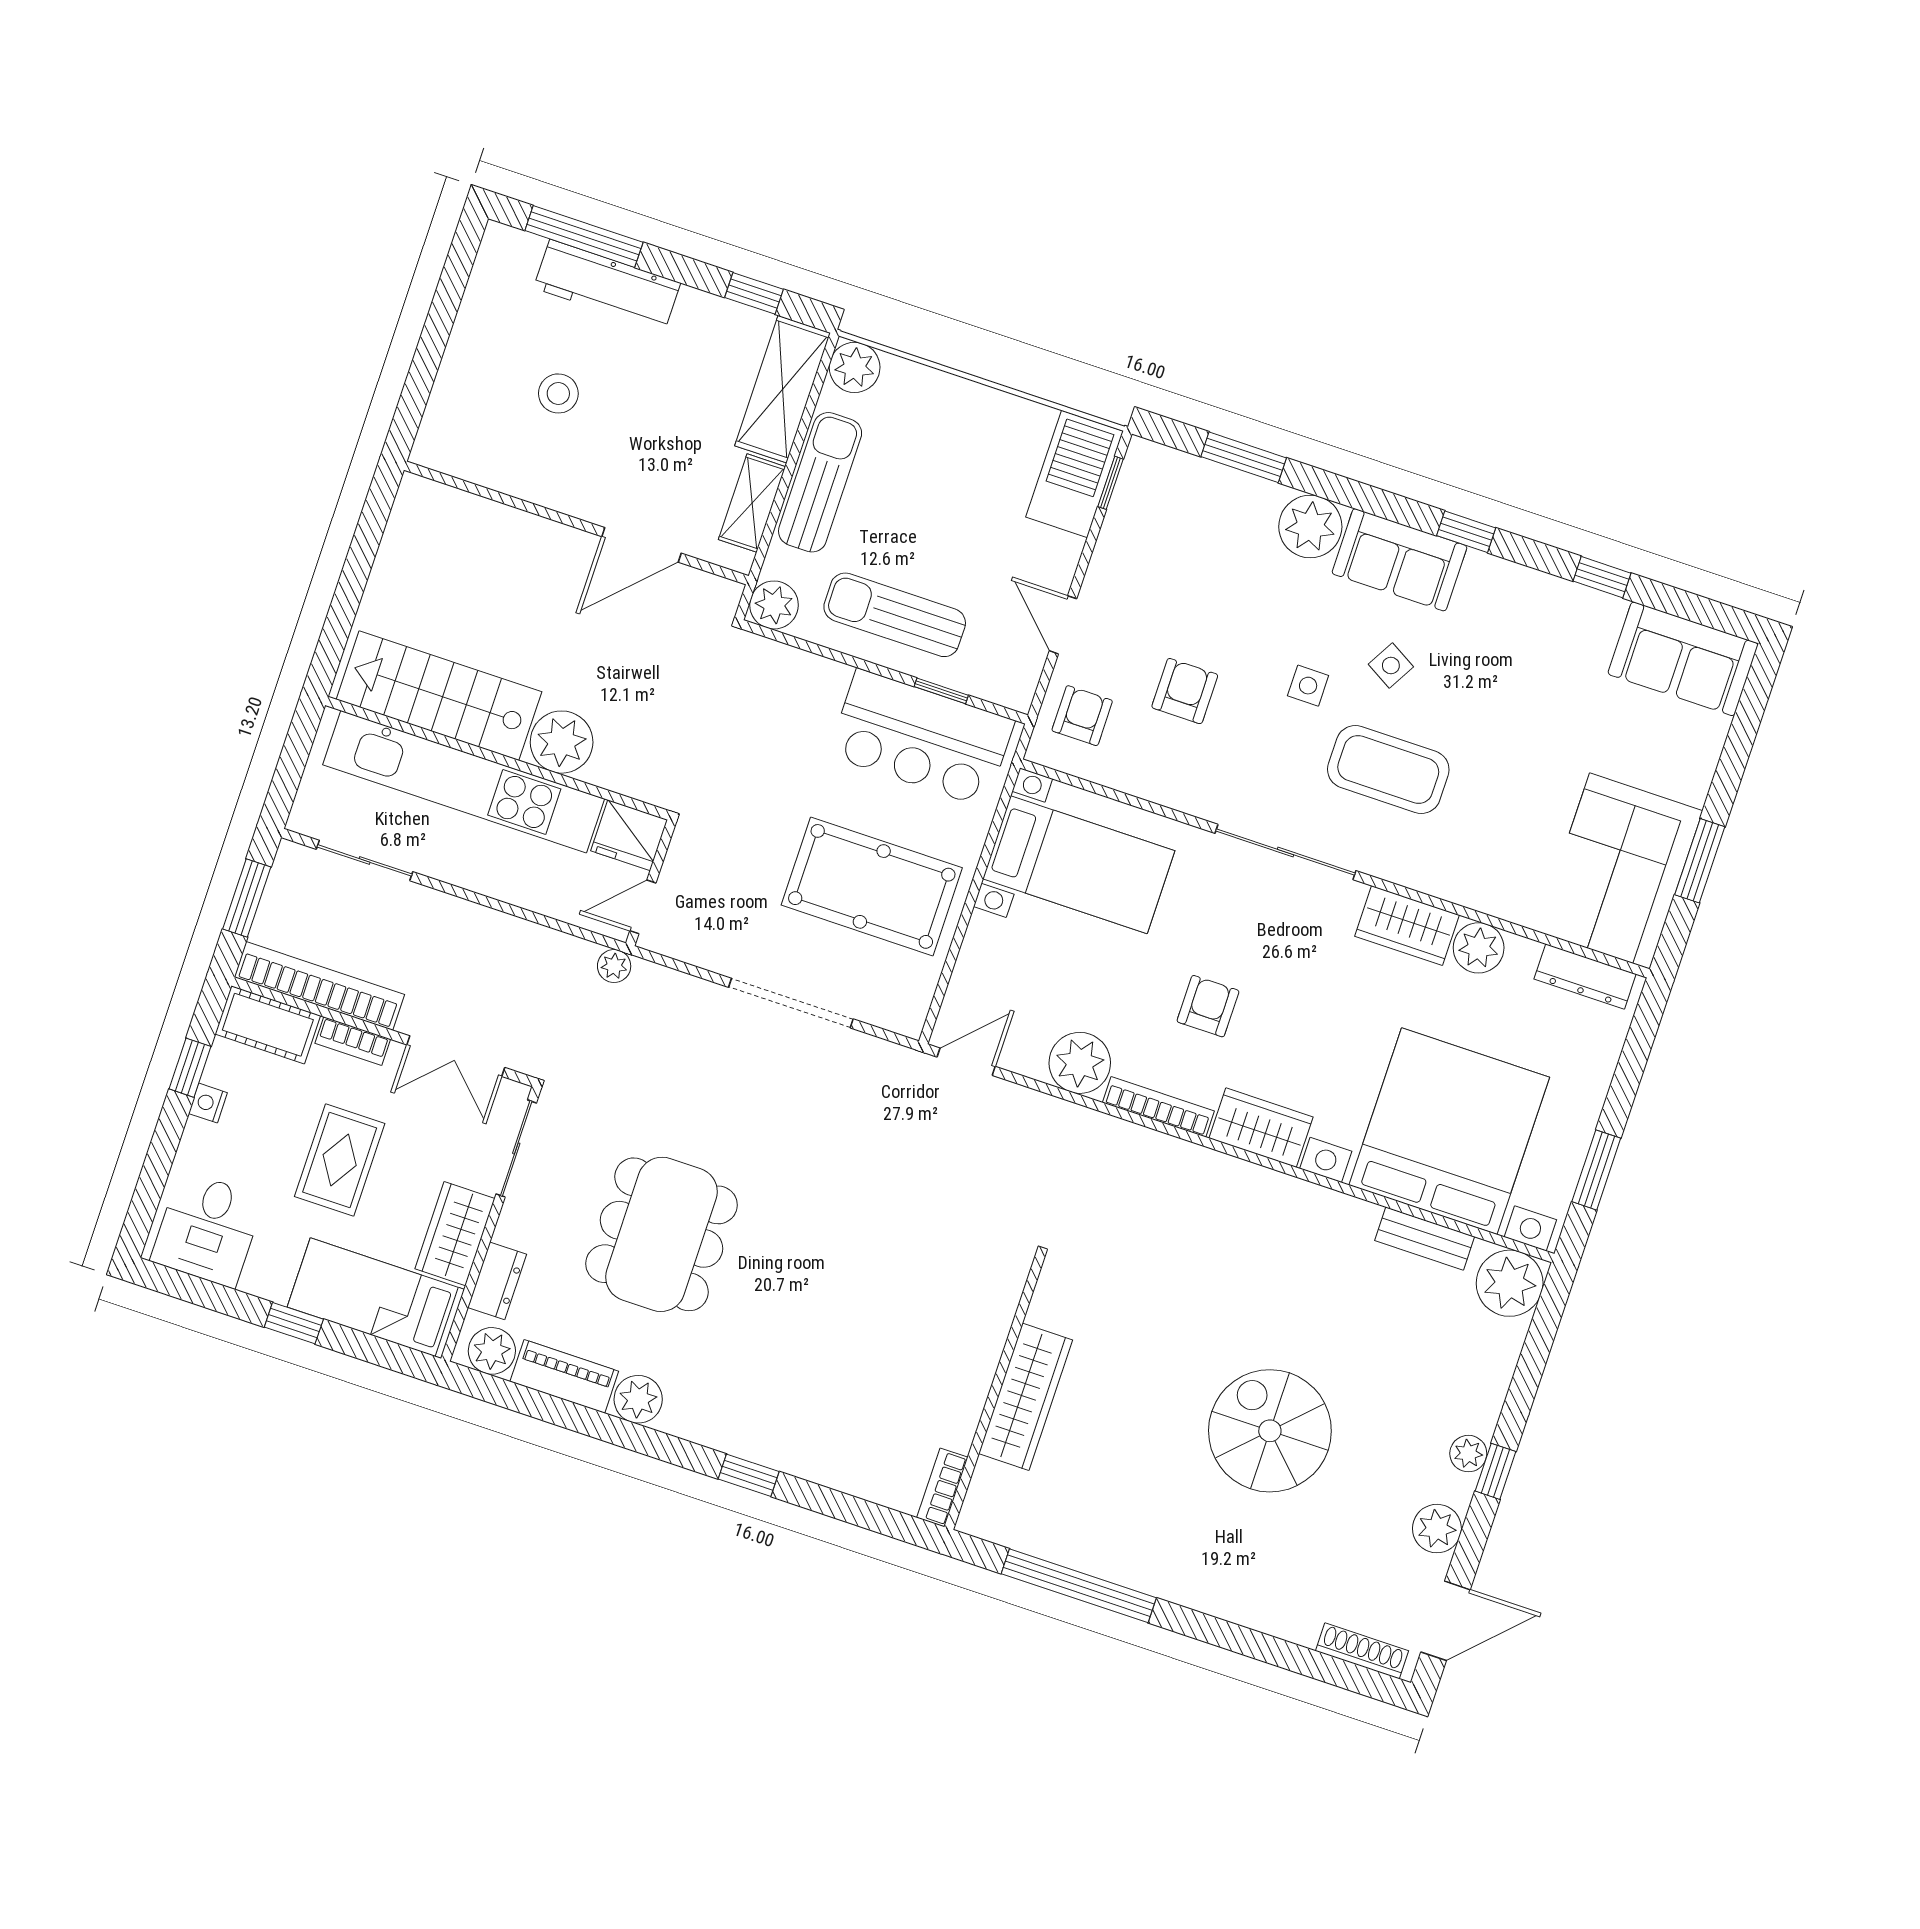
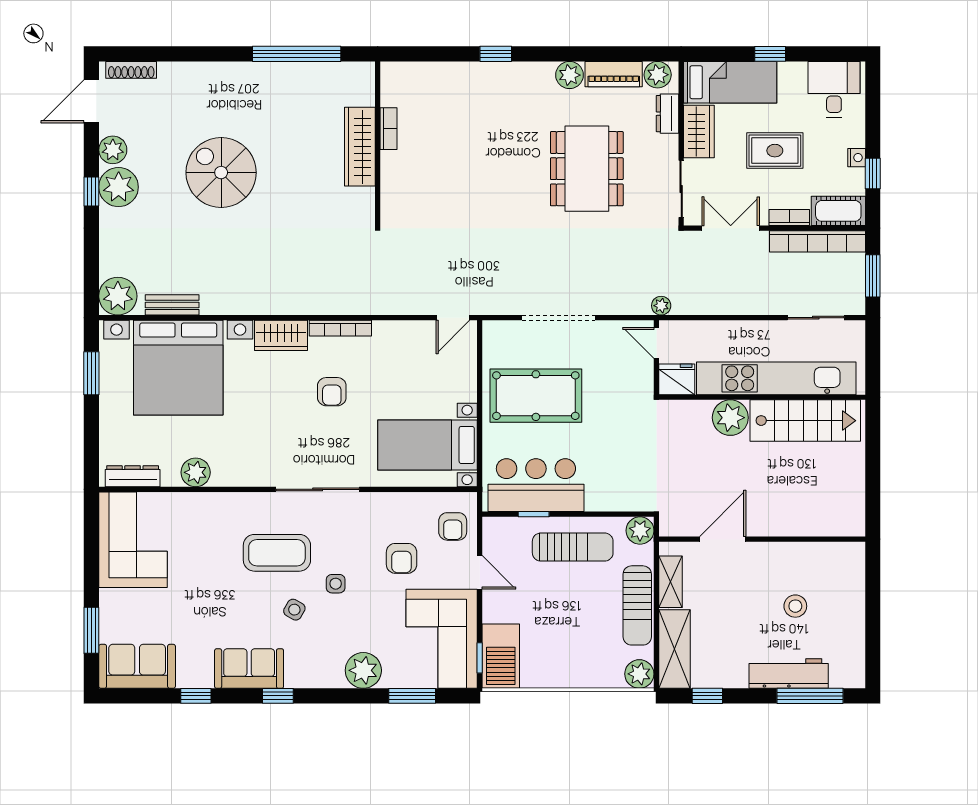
corner sofa: (1163, 535) -> (442, 639), added
sofa: (1399, 560) -> (249, 669), moved
window: (1700, 861) -> (91, 630), moved
door: (643, 907) -> (656, 343), swing flipped
wardrobe: (1407, 926) -> (238, 472), removed
plant: (1080, 1063) -> (391, 338), removed
rug: (340, 1160) -> (775, 151), turned 90
spiral stairs: (1270, 1431) -> (221, 173), turned 180
plant: (1468, 1454) -> (119, 187), width x1.87, depth x1.87
bookcase: (942, 1487) -> (388, 129), moved

